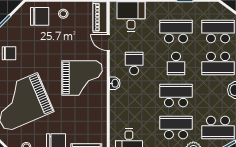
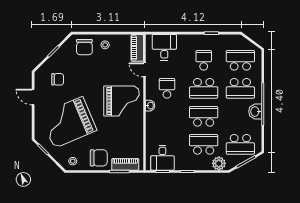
chair: (40, 16) -> (84, 47), turned 90
school desk: (176, 31) -> (204, 60), width x0.54
school desk: (176, 63) -> (204, 88), width x1.85

